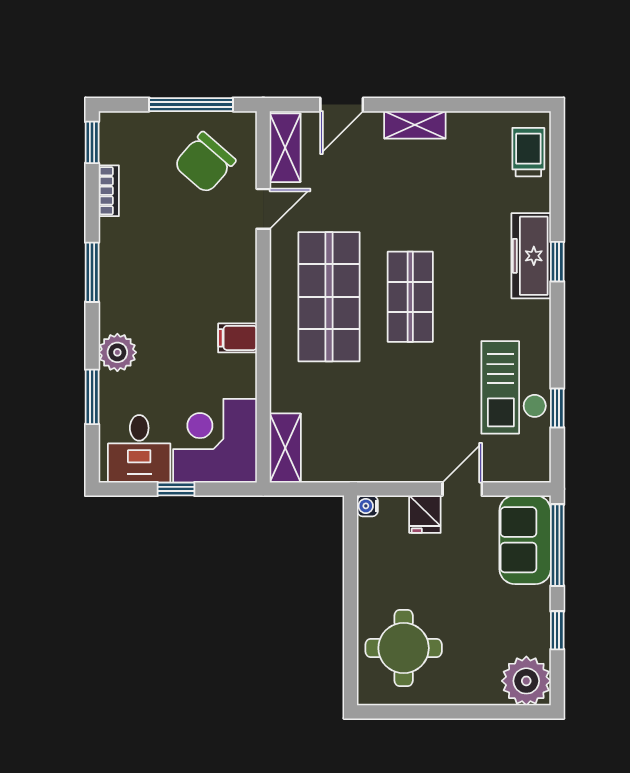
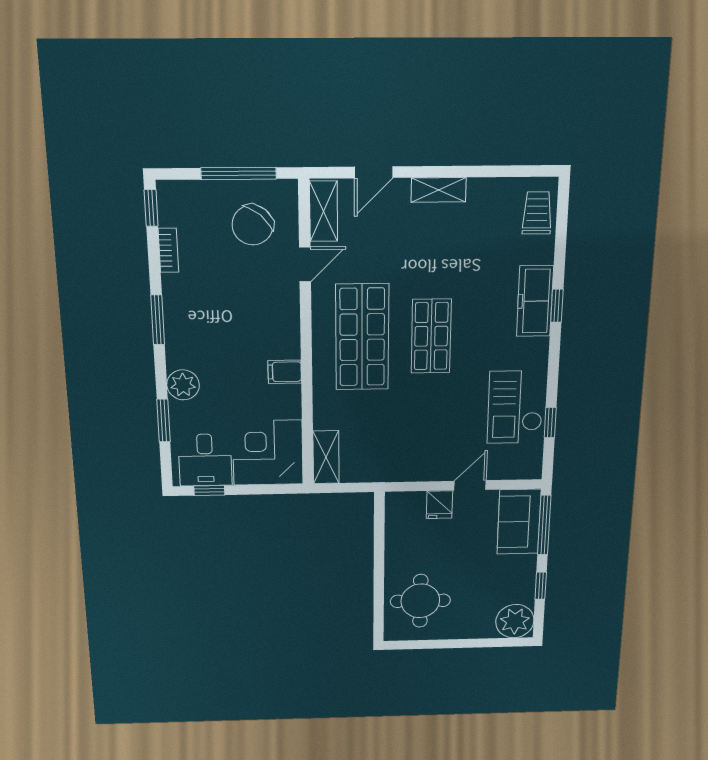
window: (176, 489) -> (209, 490), moved
water cooler: (367, 506) -> (393, 500), removed

